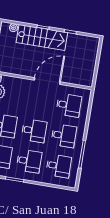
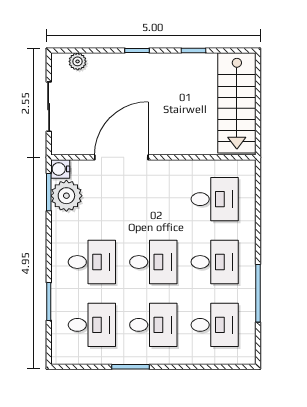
stairs: (42, 38) -> (237, 103), moved, turned 90
door: (47, 81) -> (121, 157), moved

